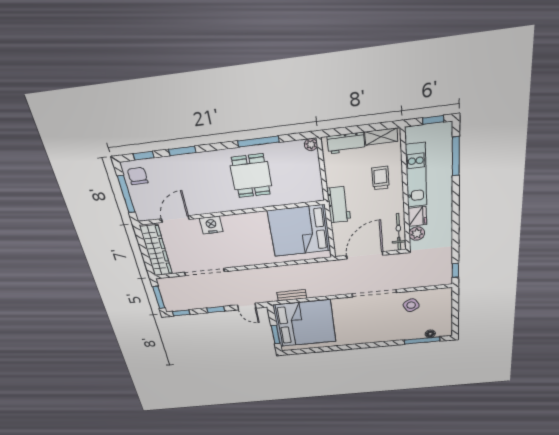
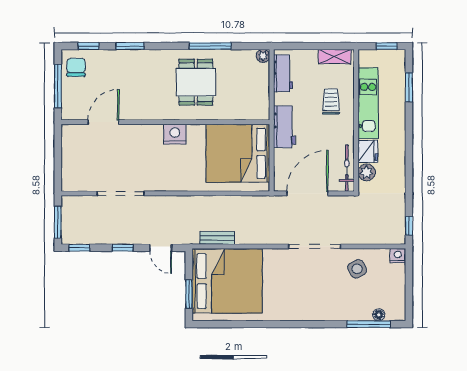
workbench: (346, 143) -> (283, 73), moved, turned -90
window: (456, 156) -> (409, 87), width x0.69
nightstand: (211, 225) -> (175, 134), moved
wardrobe: (156, 251) -> (72, 159), removed
nightstand: (446, 293) -> (398, 256), added

